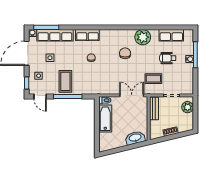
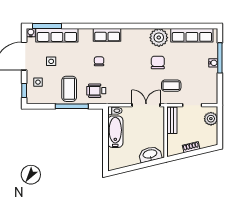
row of seats: (87, 35) -> (107, 35), moved
row of seats: (171, 35) -> (192, 35), width x1.48
chair: (125, 53) -> (158, 62), moved
wheelchair: (168, 58) -> (96, 91), moved
door: (40, 96) -> (40, 106), removed

